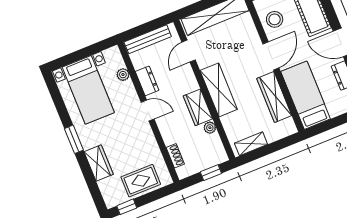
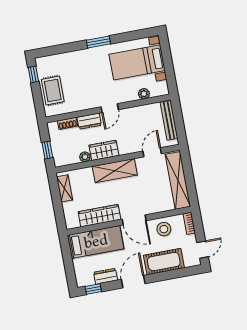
door: (189, 51) -> (152, 152), hinge flipped
dresser: (147, 81) -> (89, 121), moved
wardrobe: (99, 163) -> (74, 59), removed

